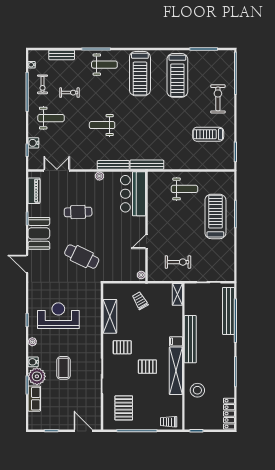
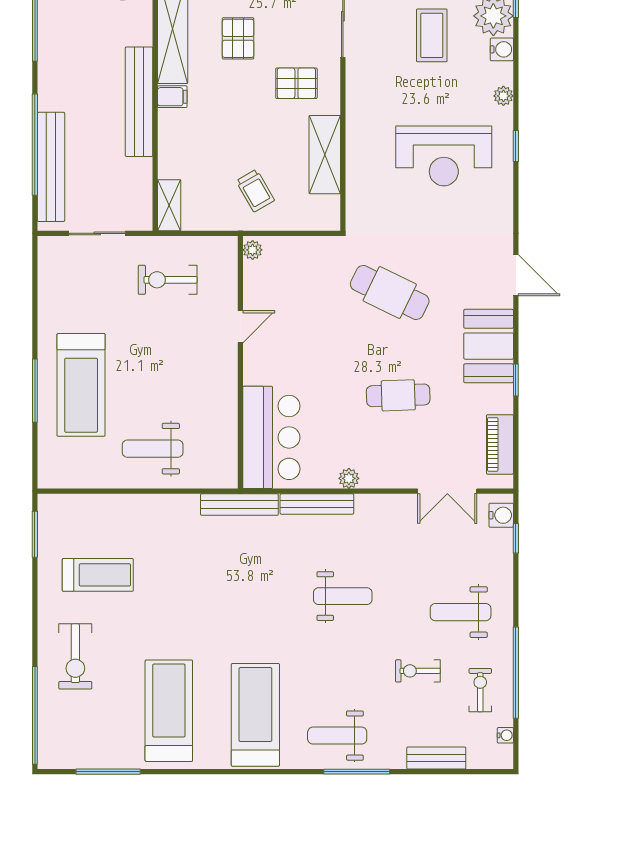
water cooler: (33, 143) -> (501, 515), moved
pallet: (147, 367) -> (238, 38), turned 90

